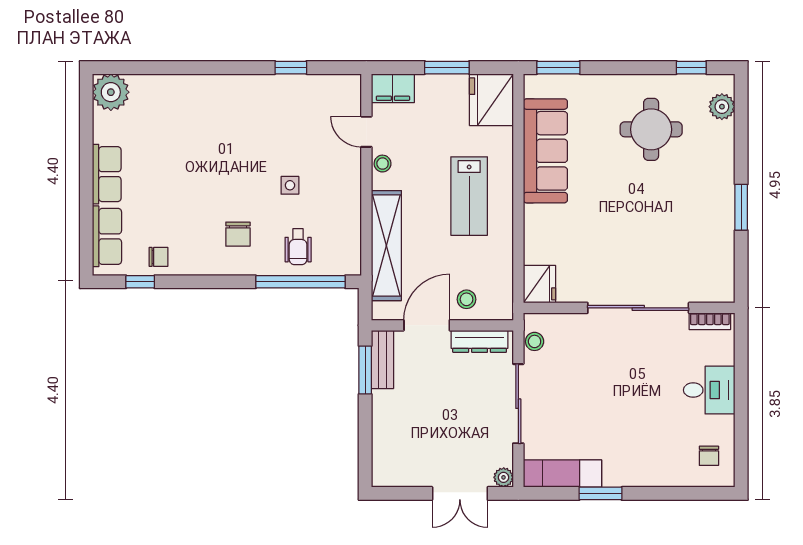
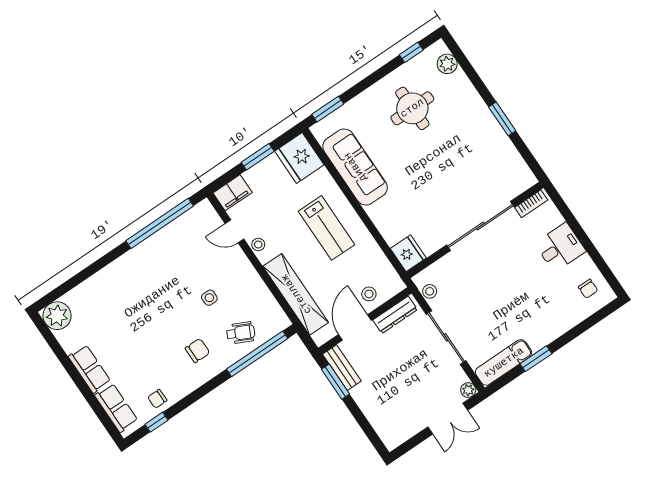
window: (291, 68) -> (160, 223), width x3.17
chair: (238, 234) -> (198, 351), turned -90
wheelchair: (298, 247) -> (241, 333), turned -64
chair: (158, 257) -> (157, 399), turned 180

